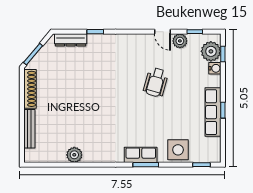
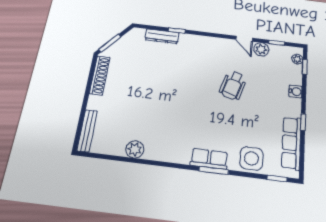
dresser: (71, 40) -> (162, 36), moved
plant: (211, 51) -> (297, 59), width x0.53, depth x0.53
water cooler: (215, 68) -> (296, 91), moved
row of seats: (213, 112) -> (291, 143), moved
bench: (29, 129) -> (87, 131), moved

